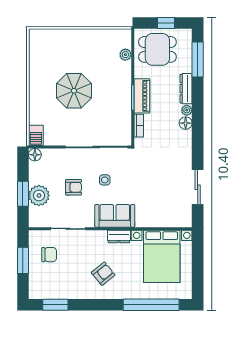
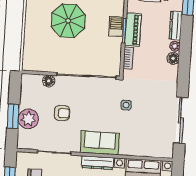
barbecue: (36, 135) -> (116, 26), moved, turned 180
floor lamp: (35, 155) -> (49, 81), moved
side table: (105, 180) -> (126, 105), moved
sliding door: (198, 187) -> (181, 120), width x1.37
dresser: (119, 237) -> (98, 163), width x1.44

